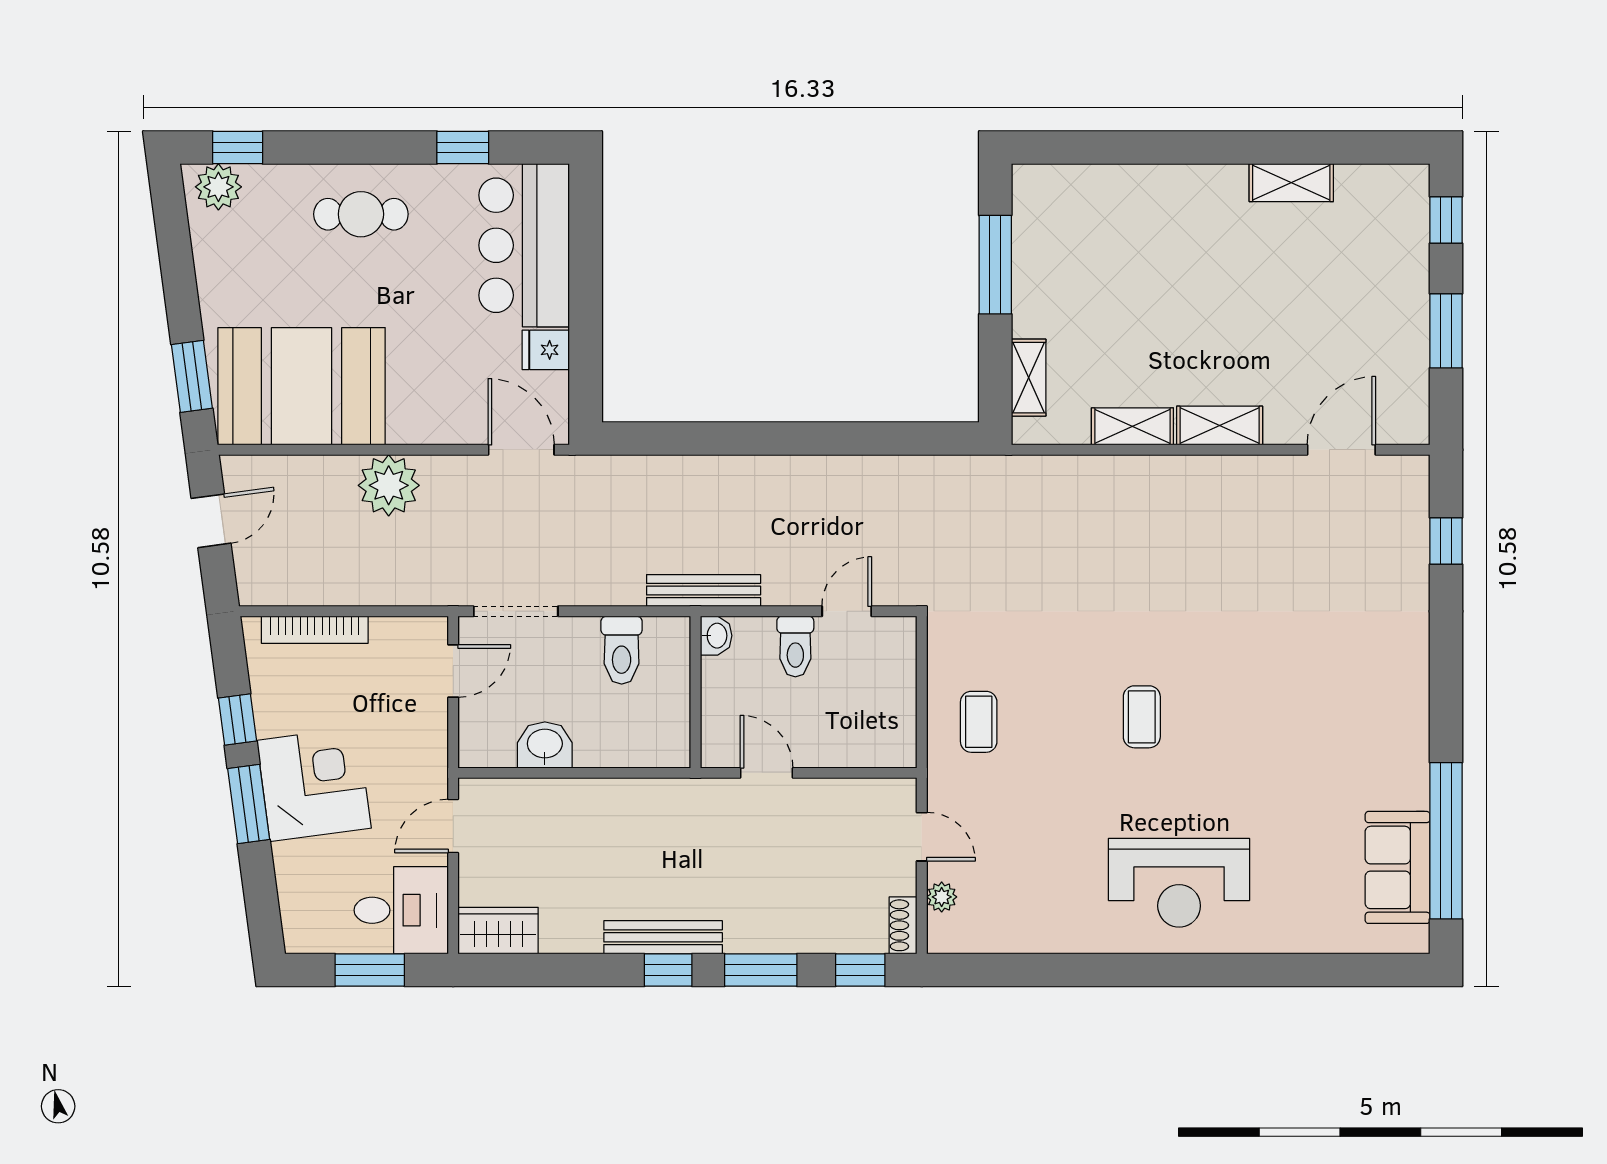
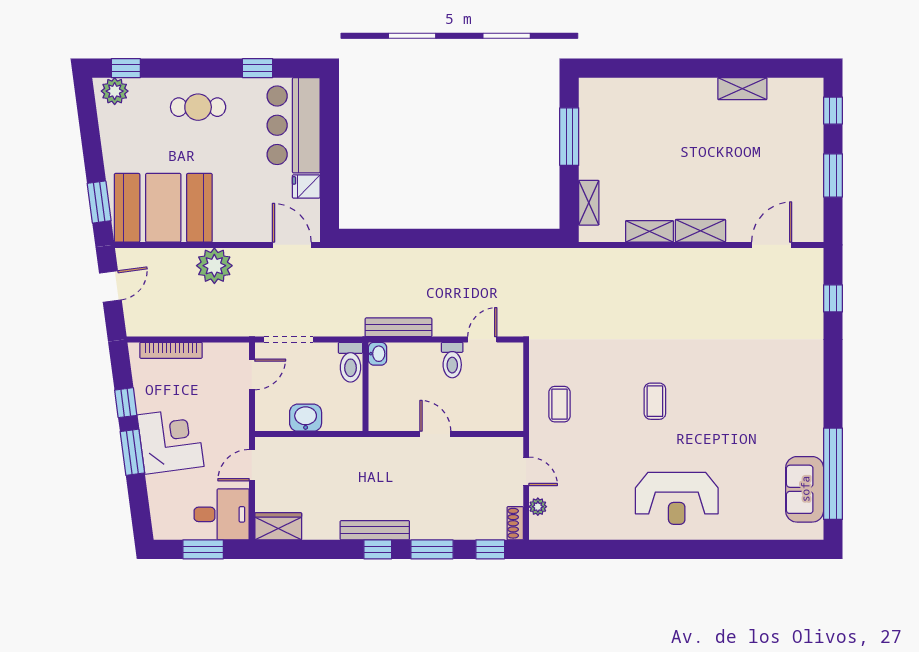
washbasin: (716, 636) -> (377, 354), moved
wall: (696, 692) -> (365, 387), moved

